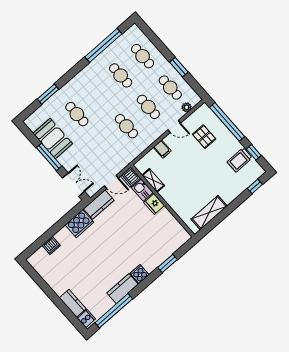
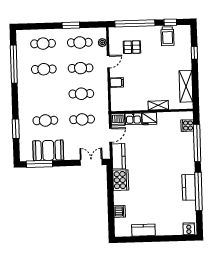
cafe table: (104, 146) -> (82, 119), added
window: (49, 157) -> (39, 164), moved
shelving: (153, 180) -> (158, 105), moved
window: (255, 186) -> (194, 53), moved
window: (167, 263) -> (197, 143), width x2.11
cooker: (140, 274) -> (187, 126), moved
kitchen counter: (73, 303) -> (143, 230), moved
window: (114, 311) -> (198, 191), moved

